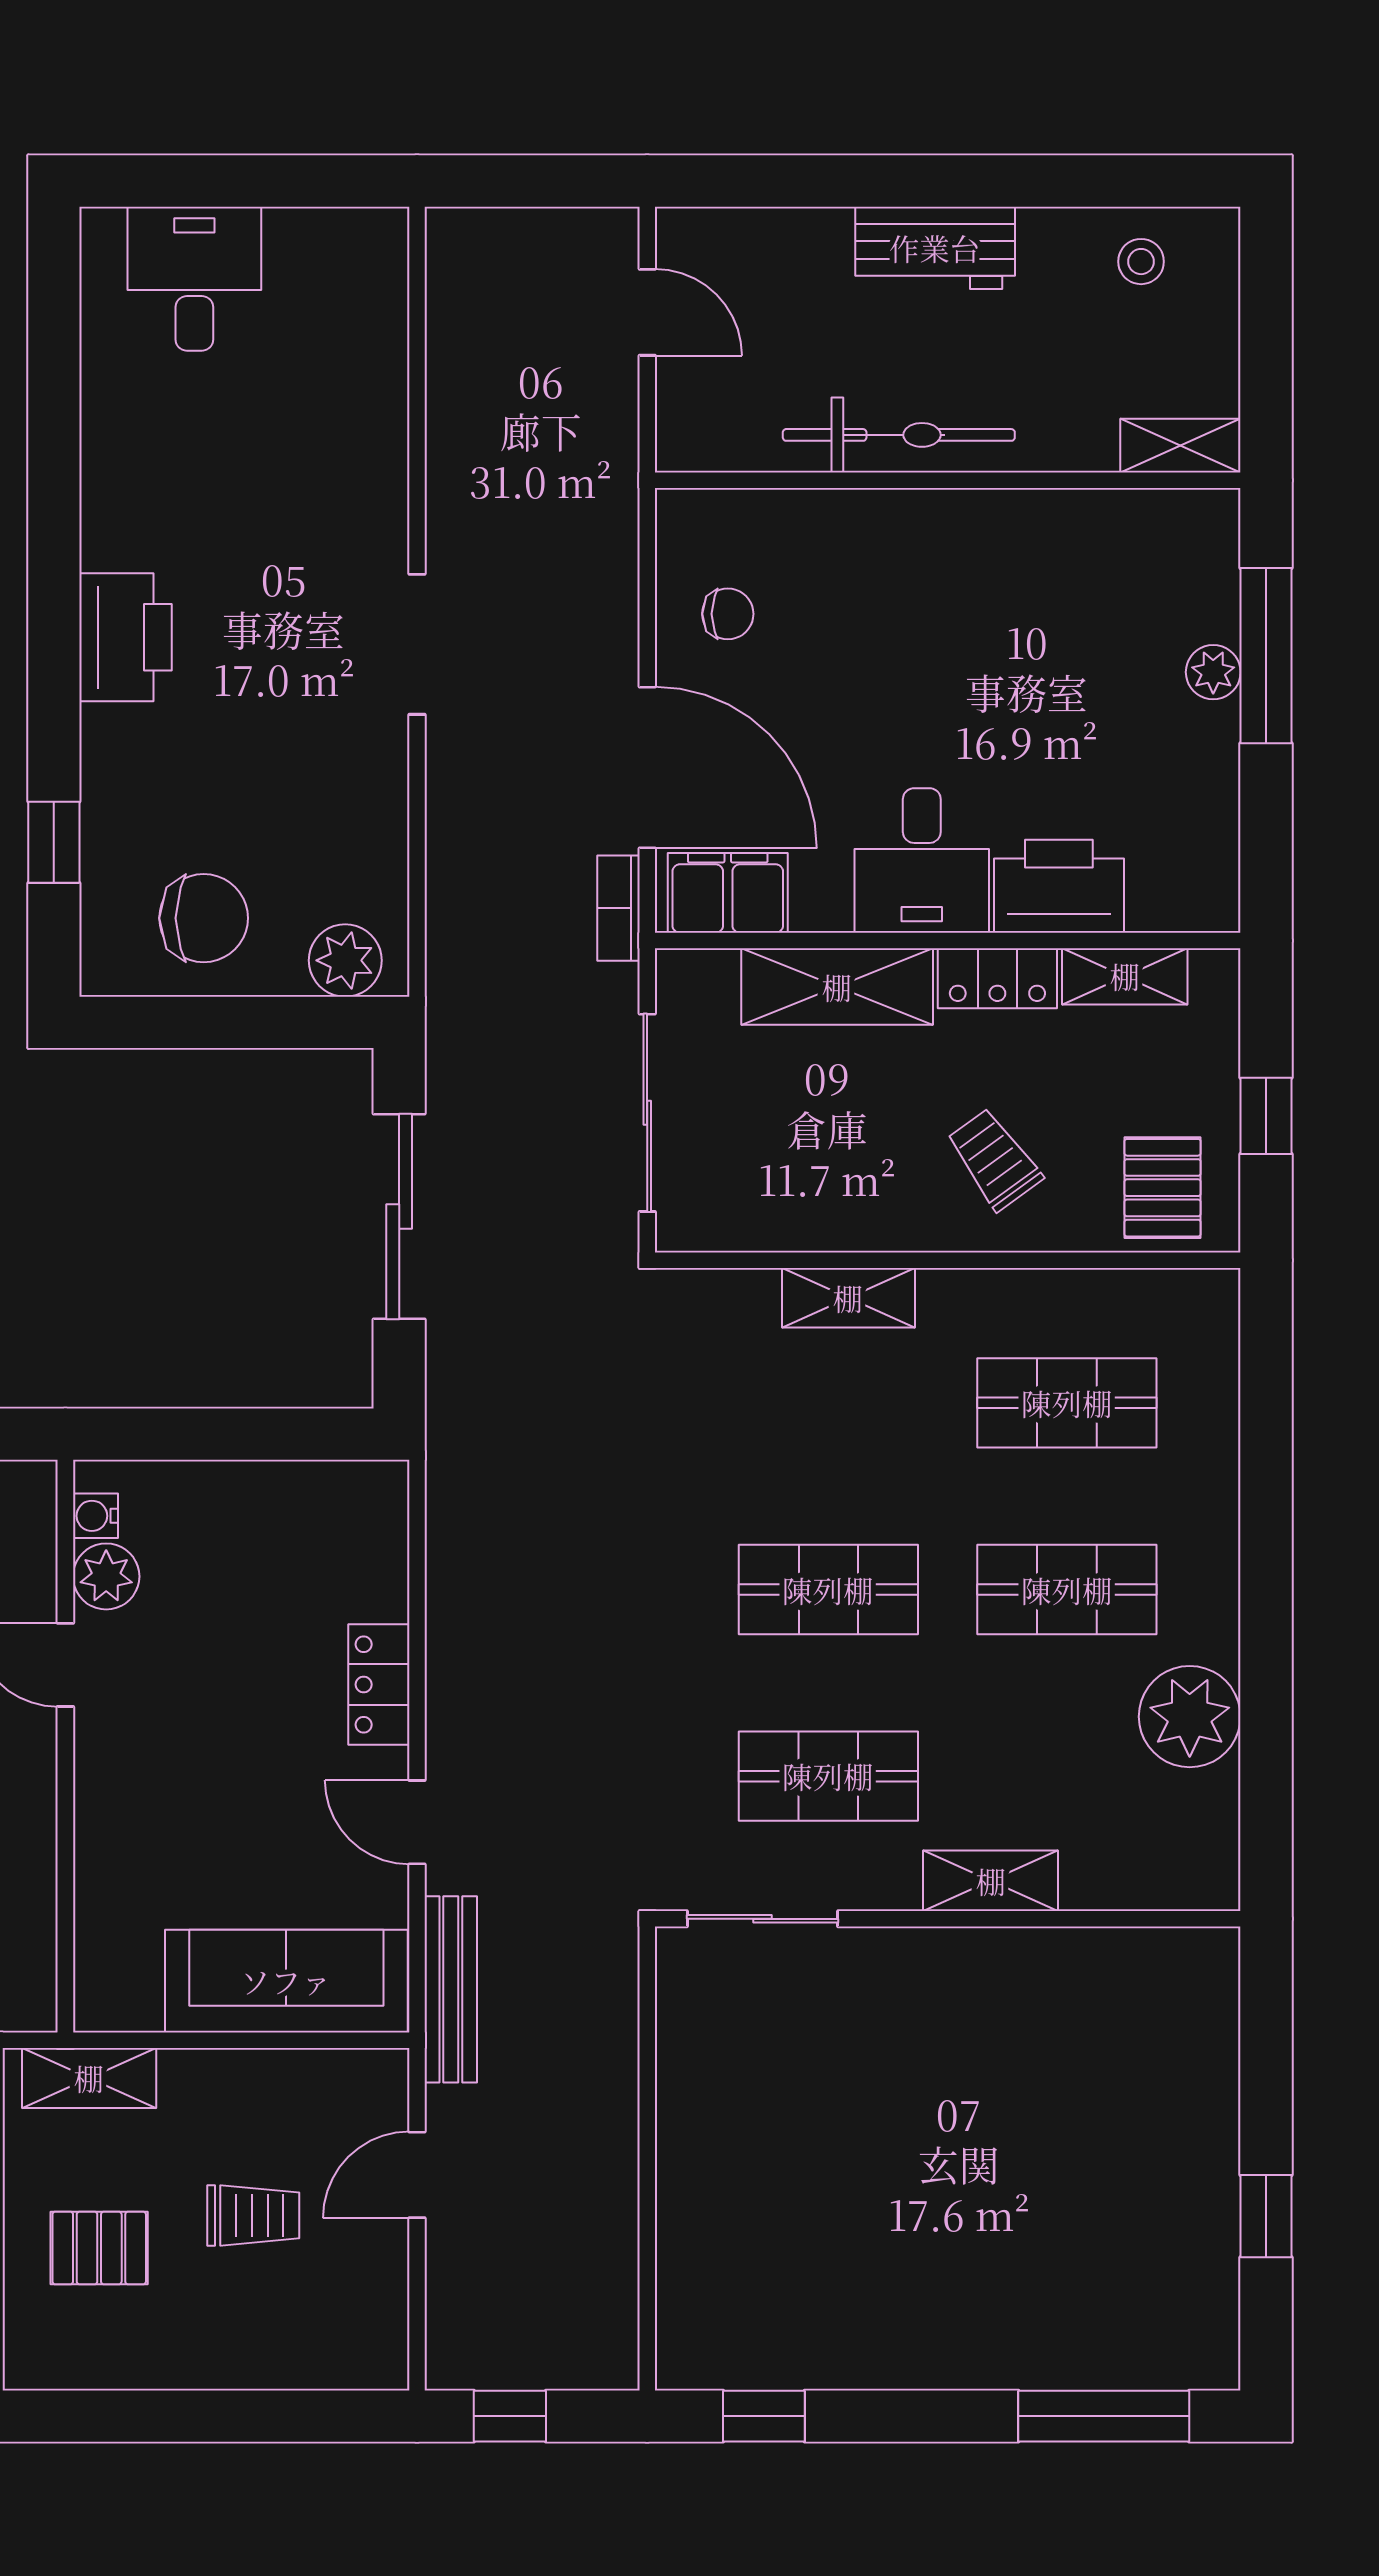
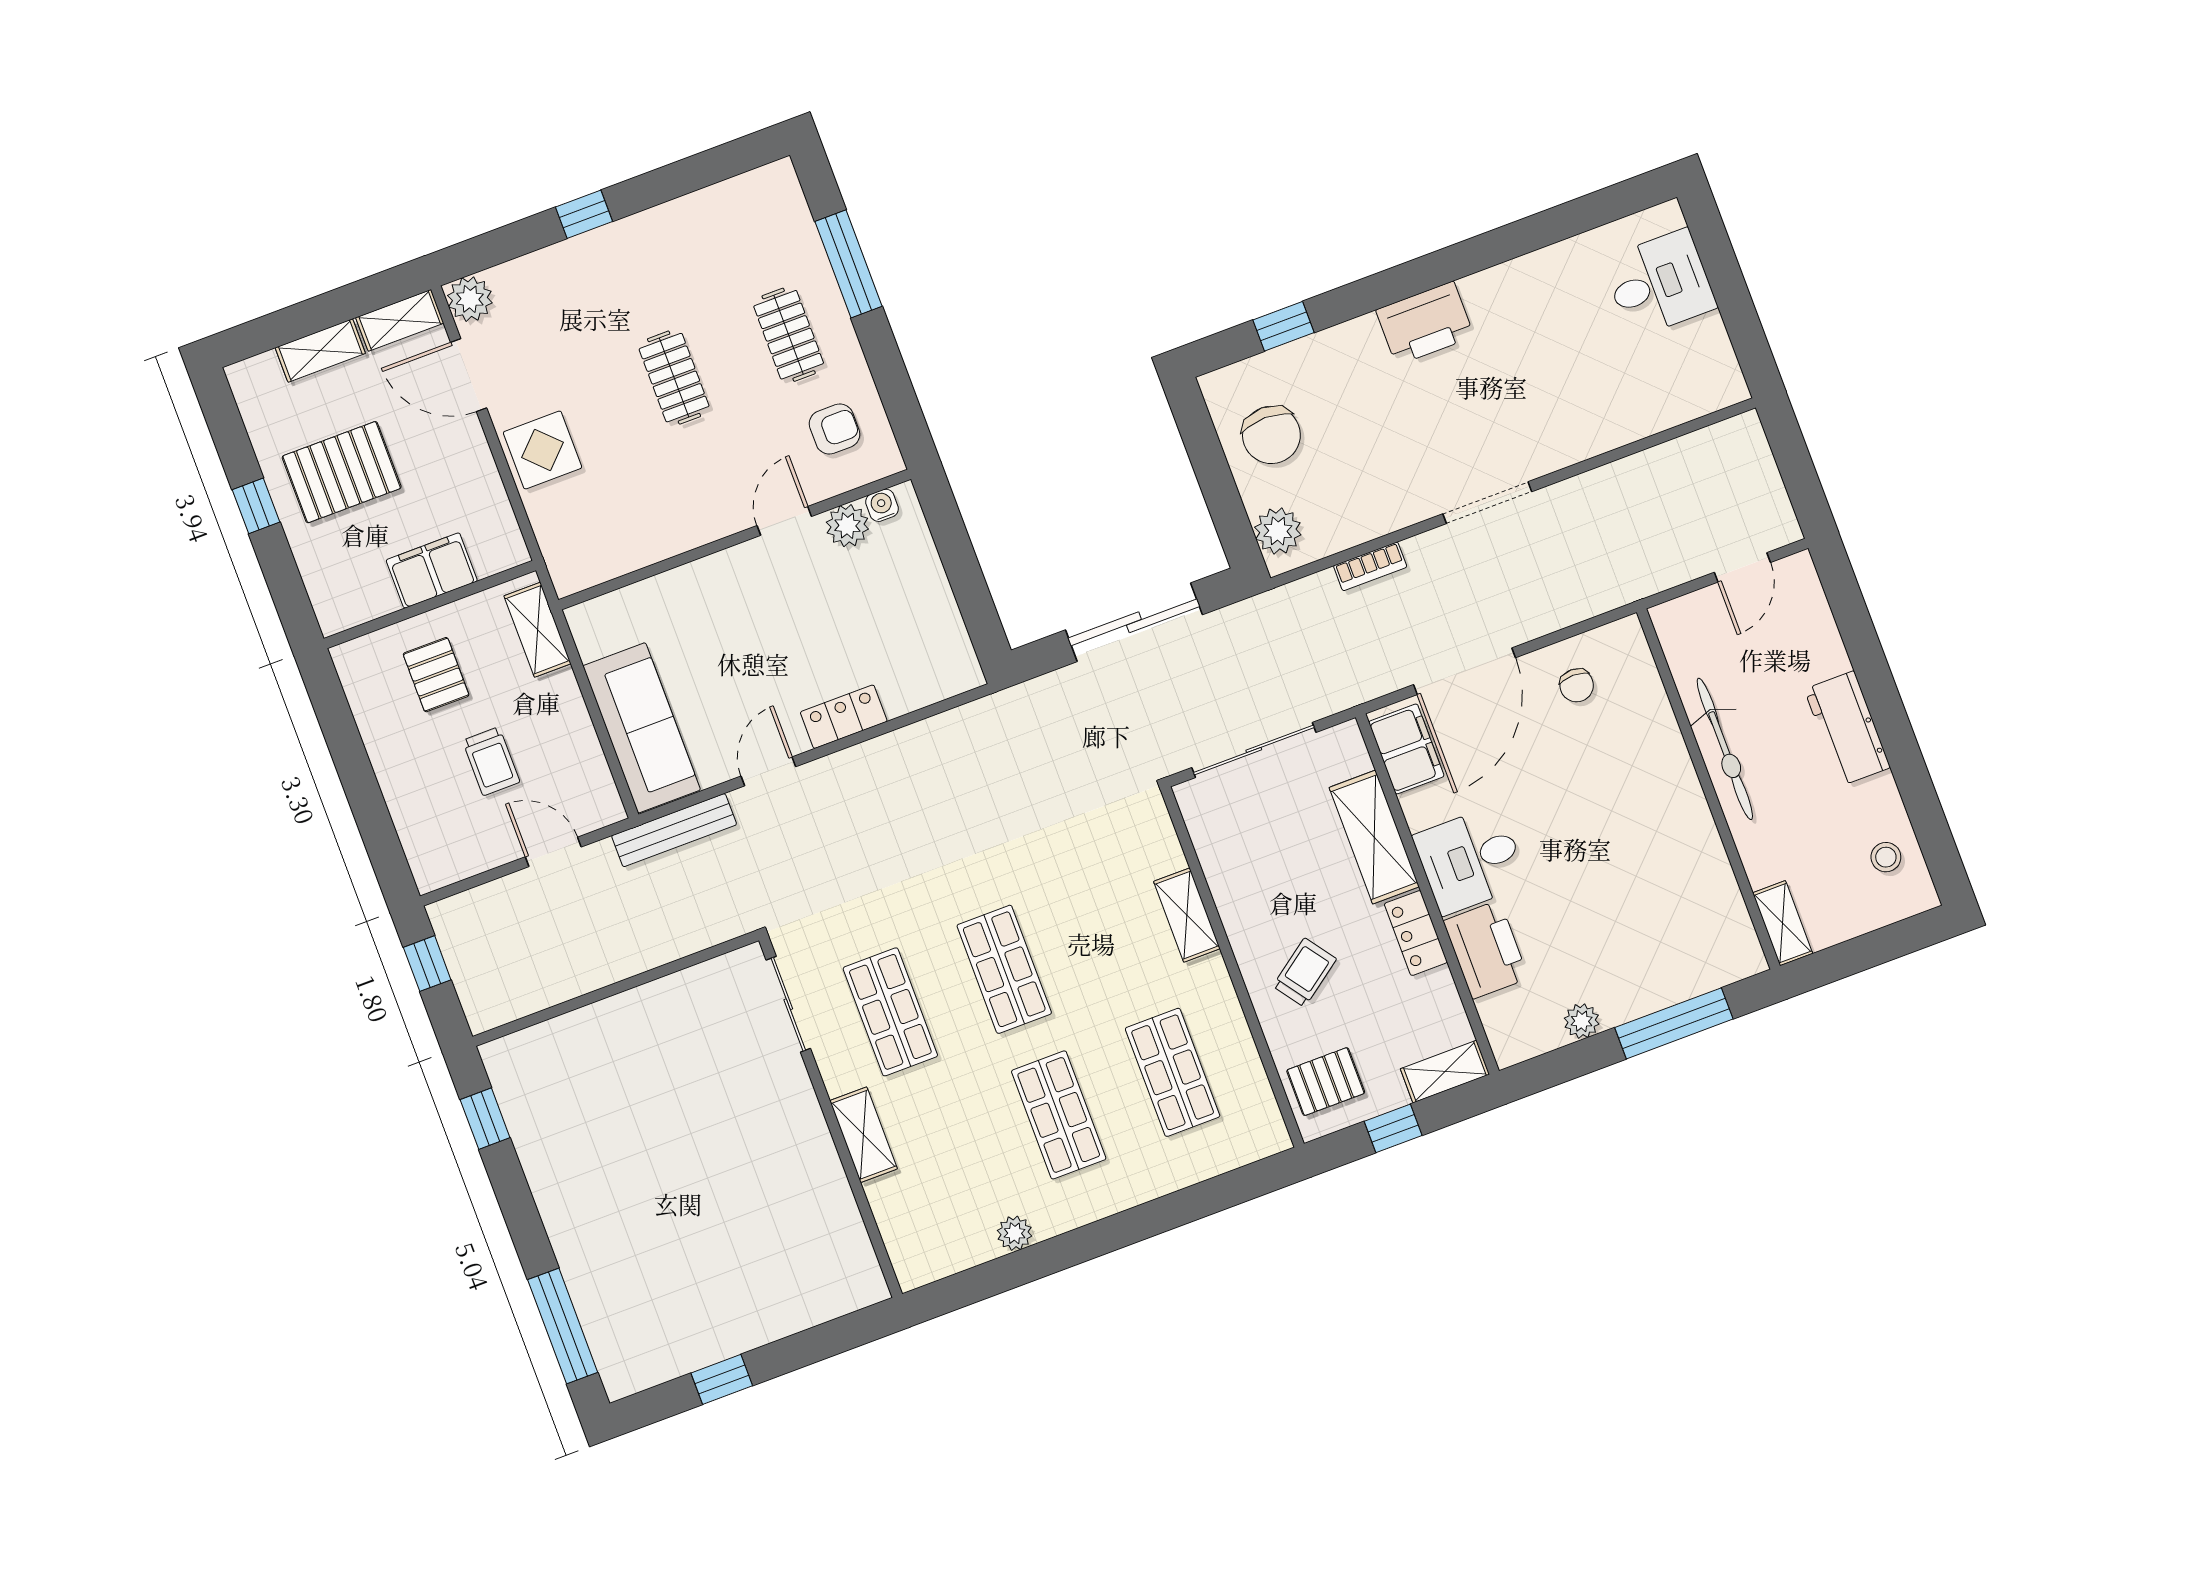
plant: (1213, 672) -> (1582, 1021), moved
bookcase: (618, 908) -> (1370, 566), moved, turned 180
shelving: (1125, 976) -> (1445, 1072), moved, turned 90
plant: (1190, 1717) -> (1015, 1233), width x0.53, depth x0.53

